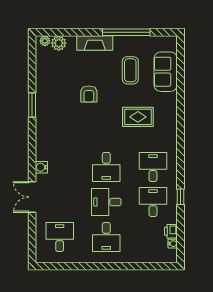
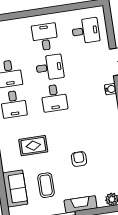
desk: (106, 167) -> (54, 98), turned 180
desk: (60, 237) -> (86, 31), turned -90

